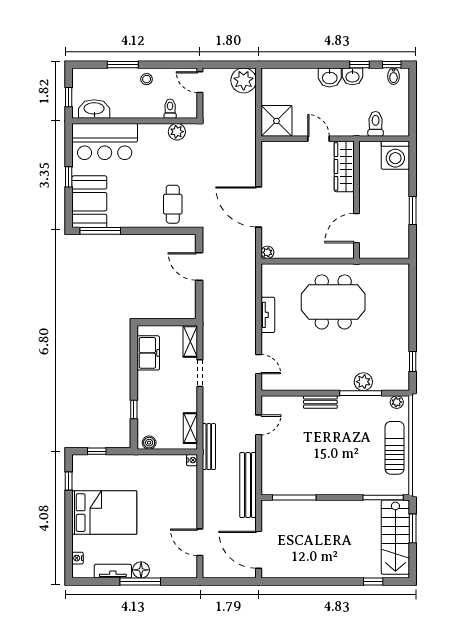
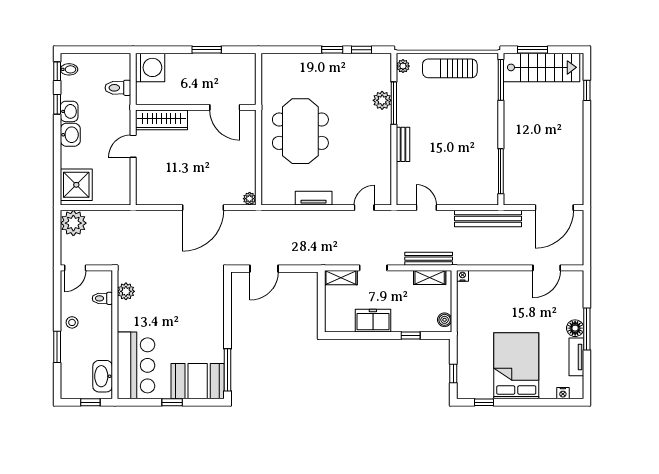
shower: (276, 121) -> (76, 185), moved
cafe table: (173, 204) -> (200, 296), removed
window: (413, 333) -> (332, 50), added
freezer: (148, 353) -> (373, 321), moved
bench: (209, 447) -> (429, 259), moved

